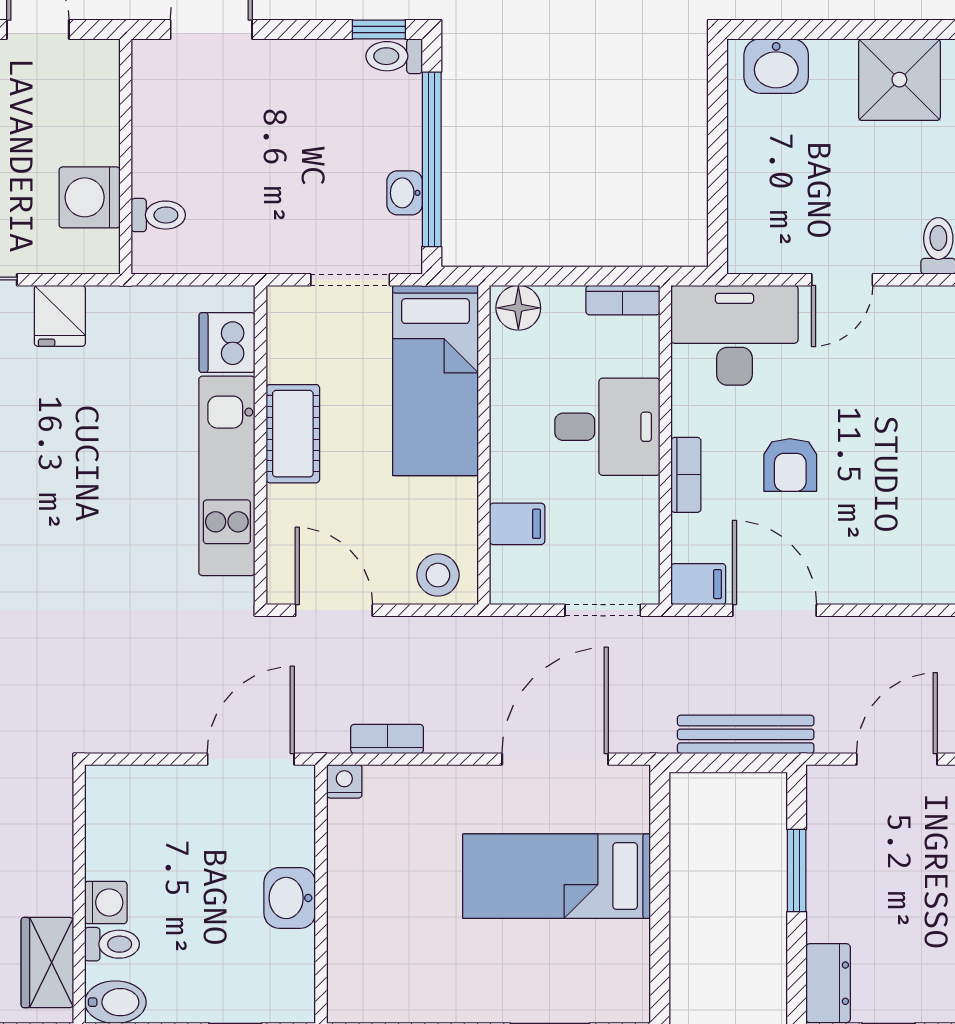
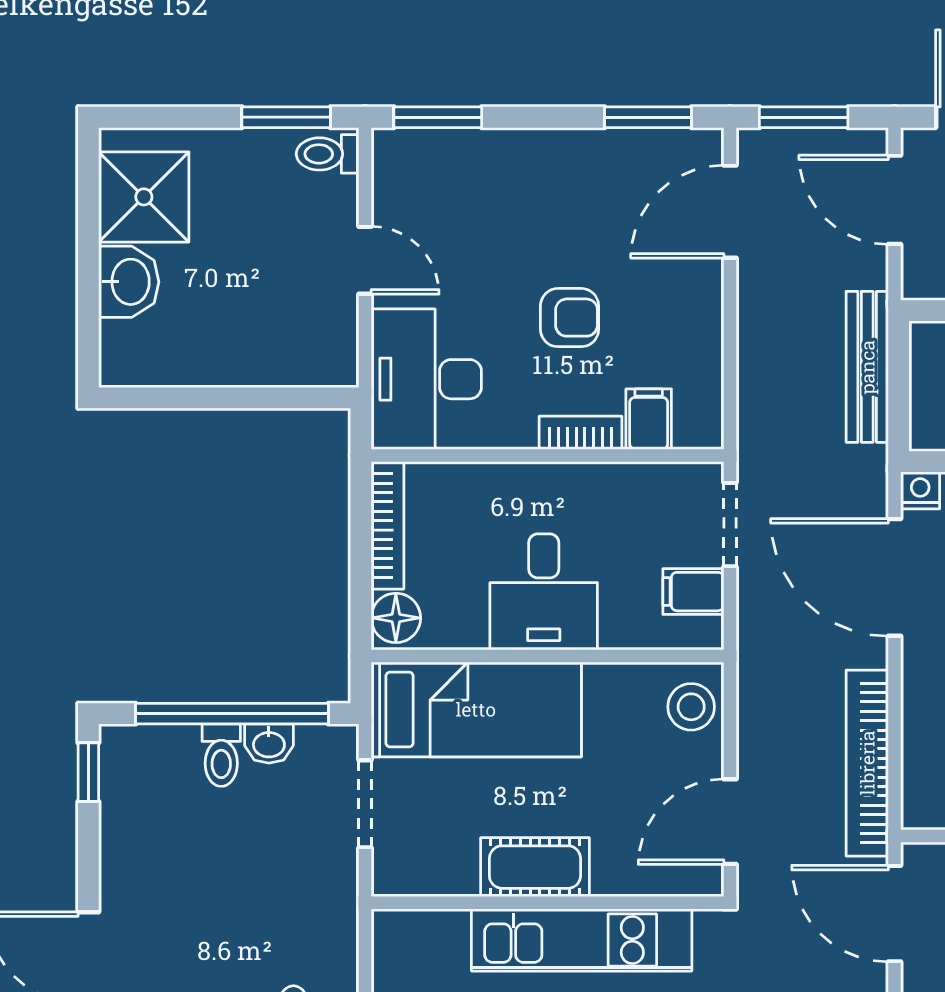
toilet: (394, 56) -> (221, 755), moved
washbasin: (776, 66) -> (129, 282), moved
bookcase: (623, 300) -> (387, 525), width x1.56
dishwasher: (227, 343) -> (434, 940), removed
desk: (607, 427) -> (544, 592), moved, turned 180
filing cabinet: (517, 524) -> (693, 592), moved, turned -90
filing cabinet: (698, 584) -> (649, 419), moved
door: (774, 610) -> (730, 212), moved
bookcase: (387, 739) -> (867, 763), width x2.31, depth x1.31
nightstand: (344, 781) -> (920, 490), moved, turned 90

